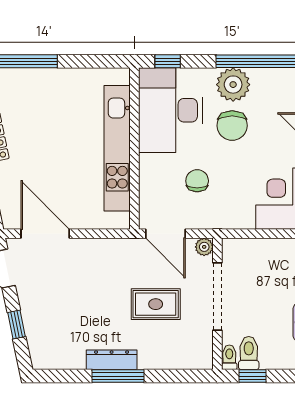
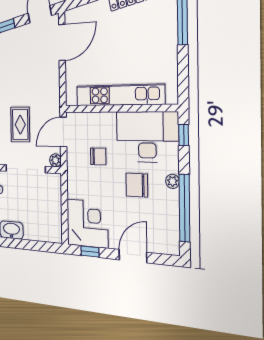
plant: (233, 85) -> (172, 181), width x0.53, depth x0.53

